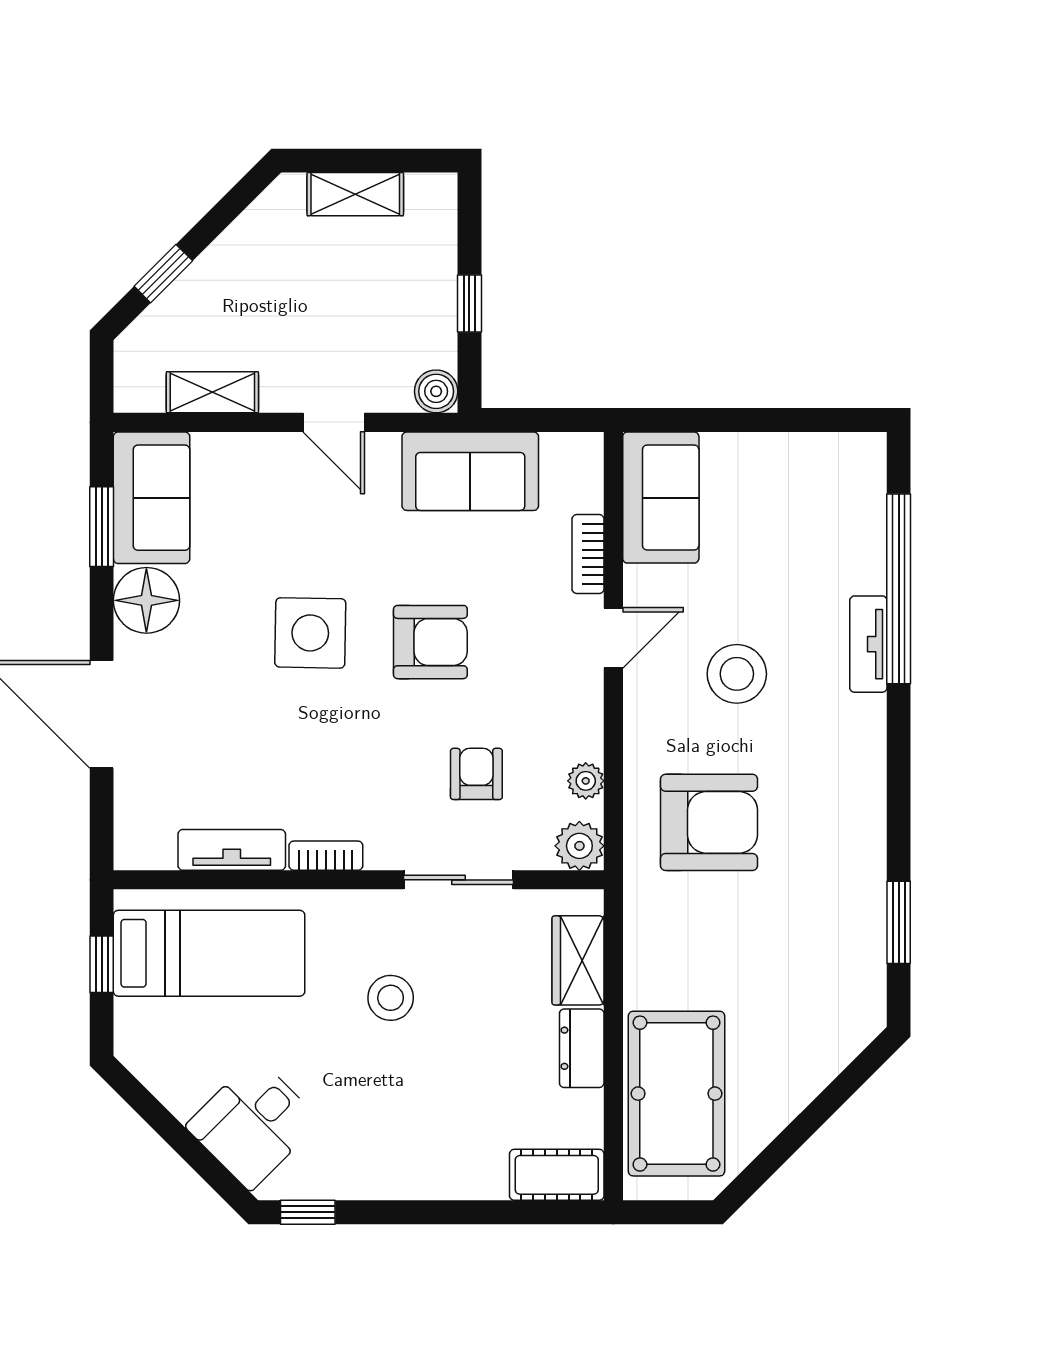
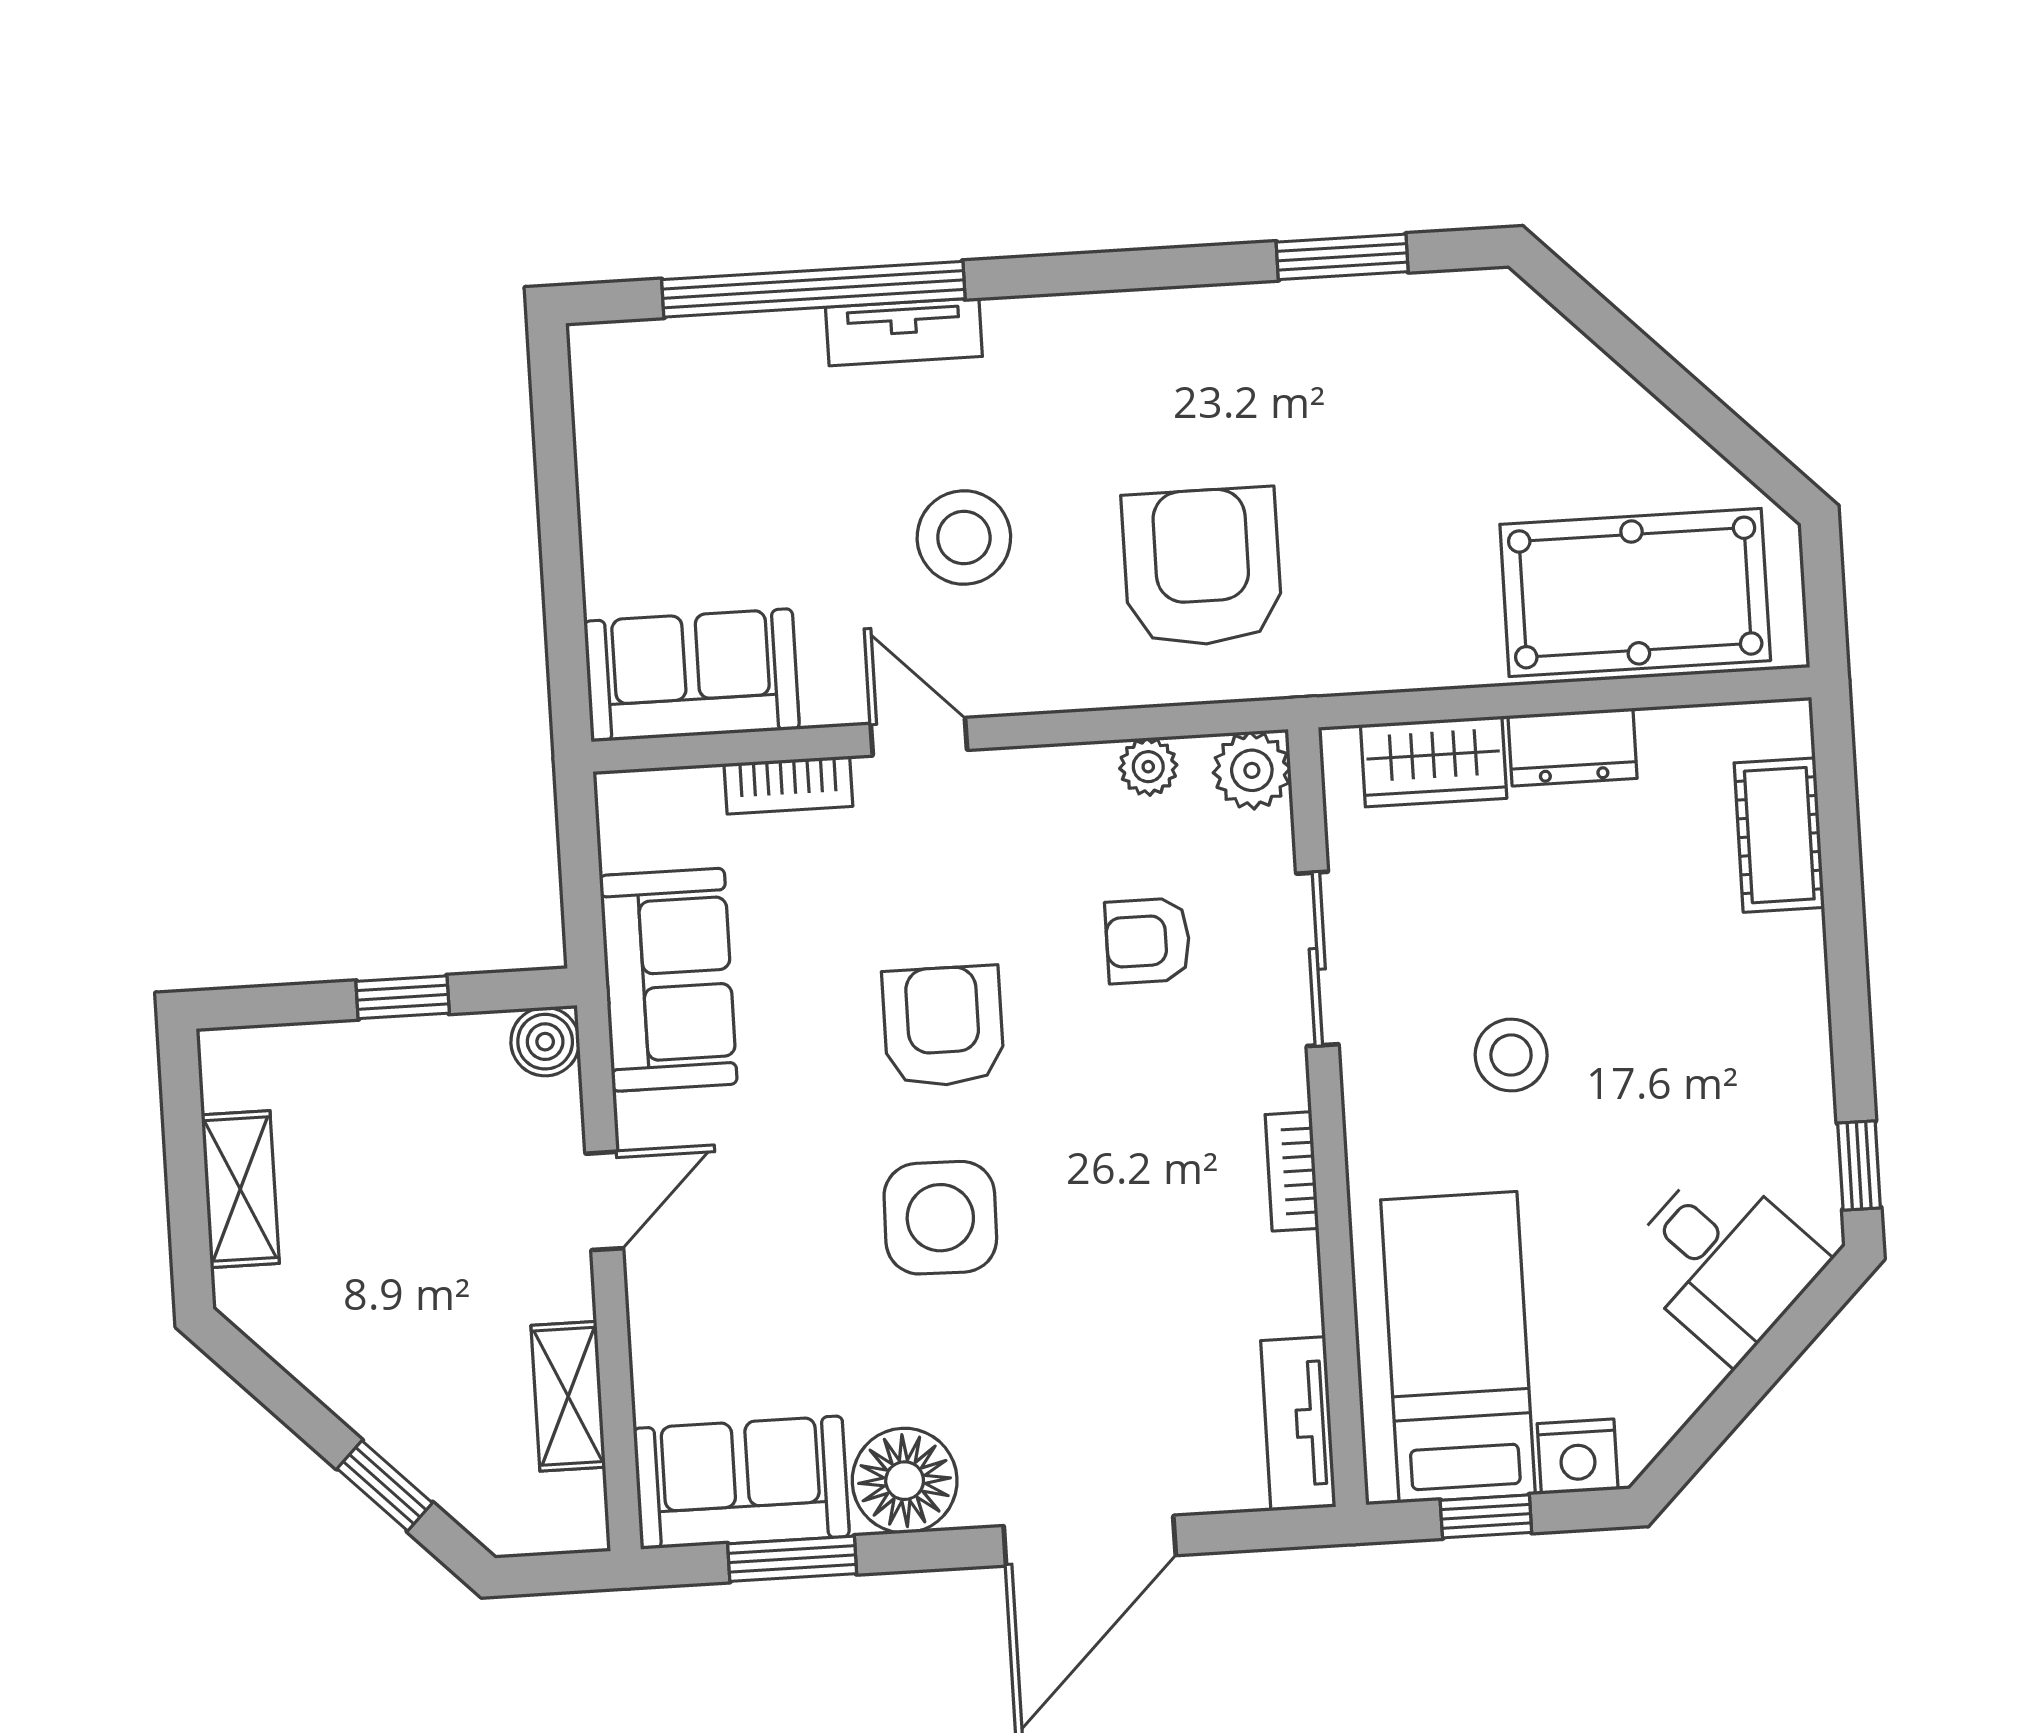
tv unit: (232, 850) -> (1298, 1424), moved
nightstand: (136, 1024) -> (1578, 1457), added
cot: (557, 1175) -> (1779, 835), moved

